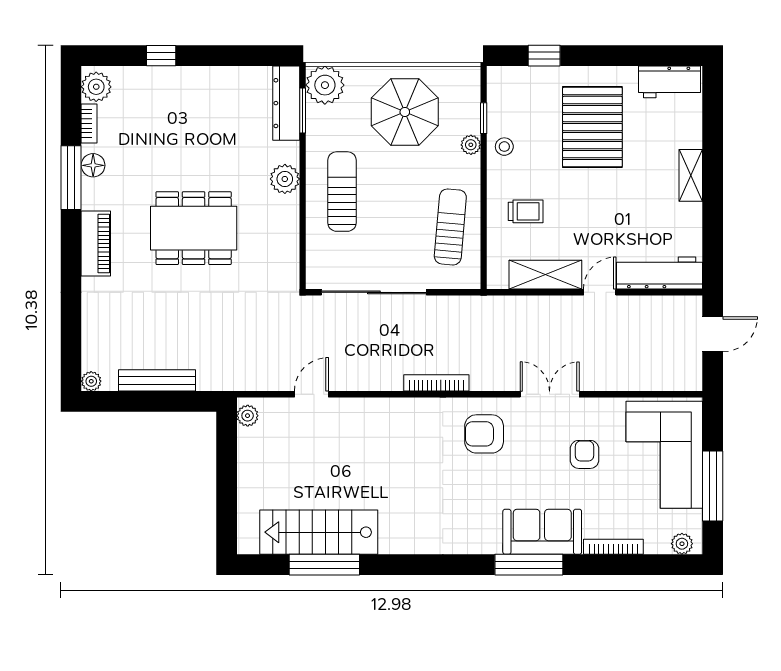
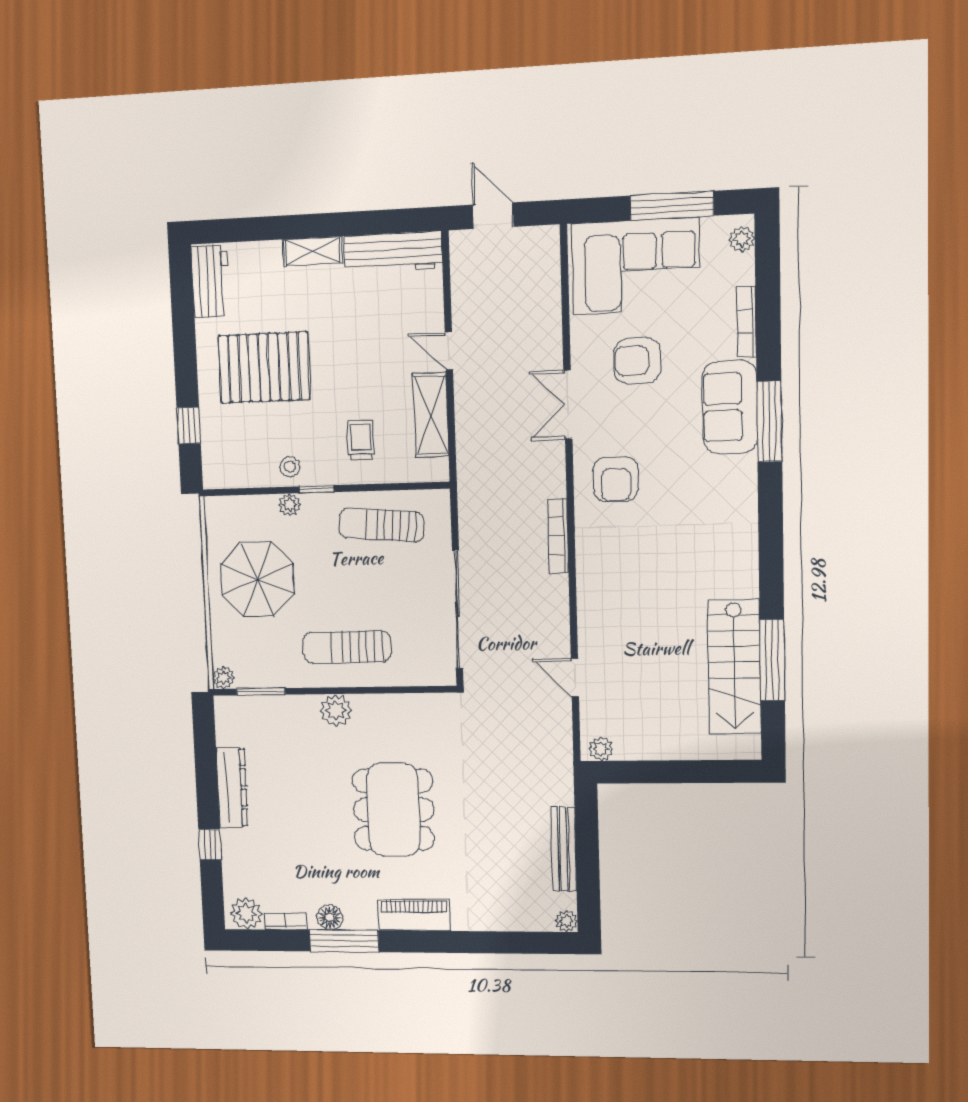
plant: (325, 85) -> (223, 678), width x0.53, depth x0.53
dresser: (286, 103) -> (232, 787), moved, turned -90
window: (484, 118) -> (317, 489), moved
workbench: (660, 273) -> (393, 252), moved, turned -90
armchair: (584, 454) -> (637, 361), width x1.38, depth x1.38

